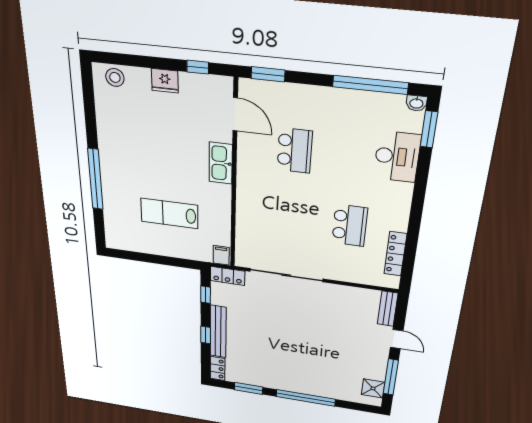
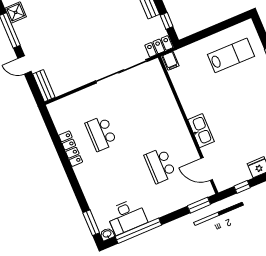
desk: (397, 157) -> (127, 216), moved, turned -90
lab bench: (169, 213) -> (231, 55), moved
locker: (395, 254) -> (71, 149), moved

